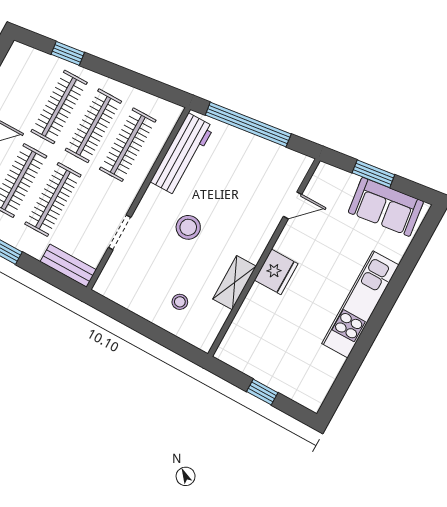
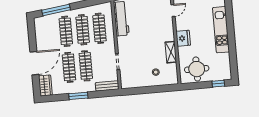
window: (68, 53) -> (56, 10), width x2.17
stool: (188, 227) -> (141, 43), removed
round table: (263, 349) -> (197, 69), added
window: (262, 392) -> (218, 84), moved

